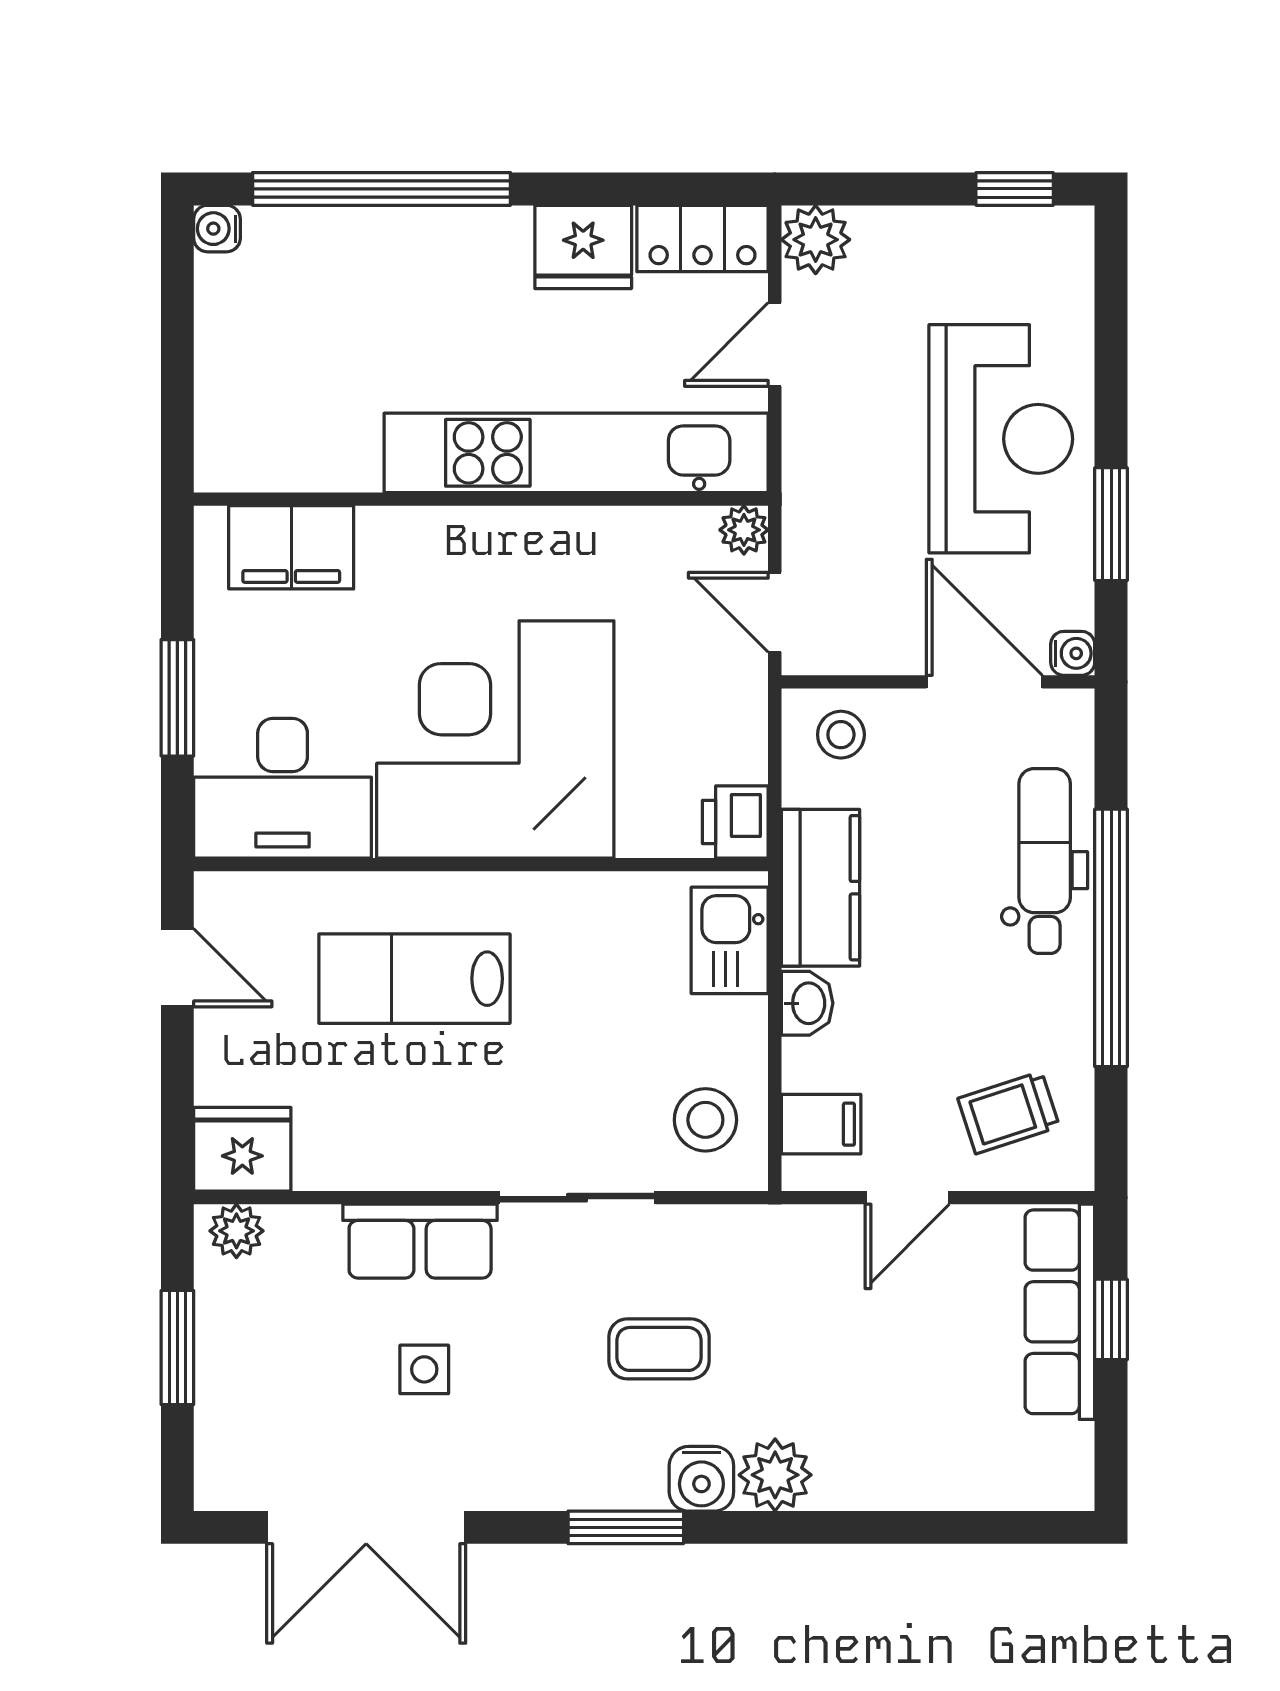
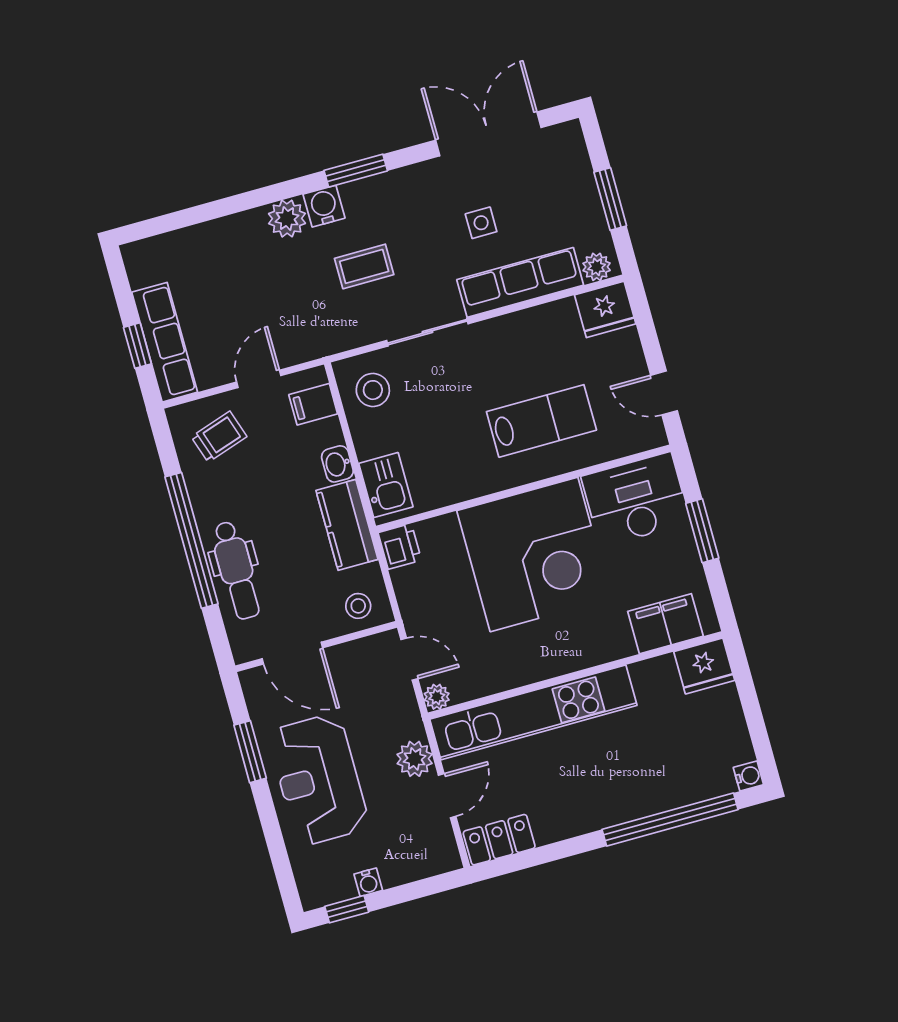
plant: (816, 240) -> (415, 759), moved
fridge: (583, 247) -> (704, 666), moved, turned 180
water cooler: (1073, 653) -> (368, 882), moved, turned -90
row of seats: (420, 1241) -> (520, 282), width x1.48

